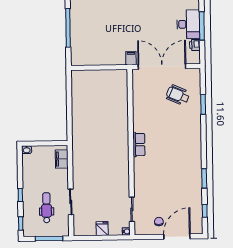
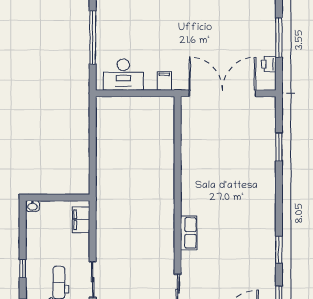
desk: (188, 24) -> (123, 75), moved, turned 90
filing cabinet: (131, 58) -> (164, 81), moved
wheelchair: (178, 95) -> (244, 133), removed
row of seats: (139, 145) -> (189, 233), moved

